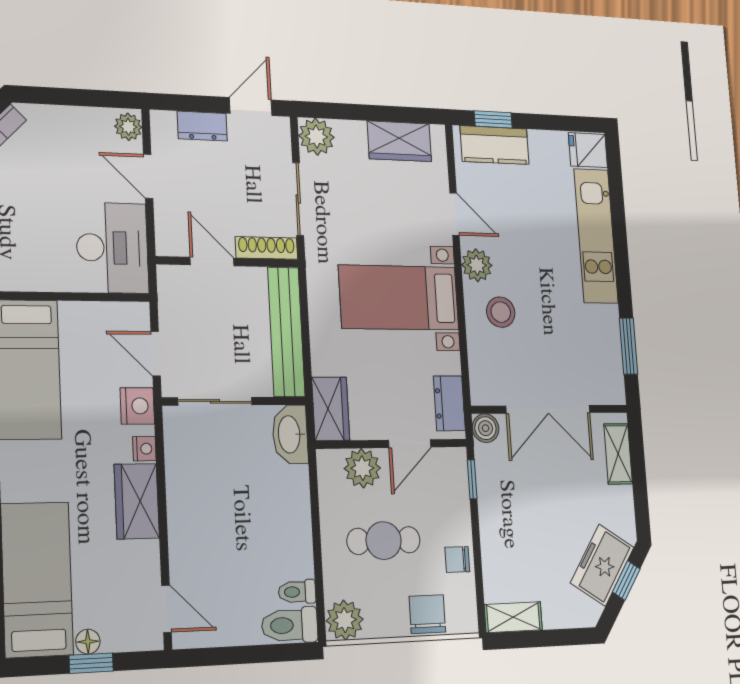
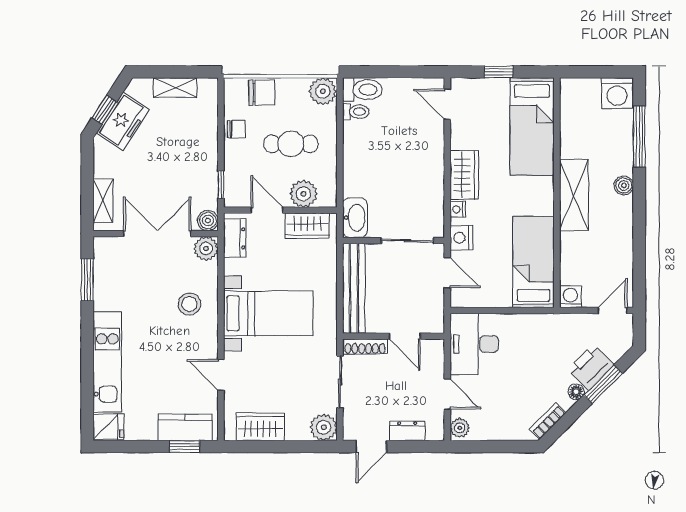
plant: (477, 265) -> (206, 248), moved
wardrobe: (331, 409) -> (307, 226), moved, turned -90
door: (410, 444) -> (267, 210), hinge flipped
chair: (427, 614) -> (262, 93), turned -90
shelving: (513, 617) -> (175, 88), moved
floor lamp: (88, 642) -> (500, 86), removed

